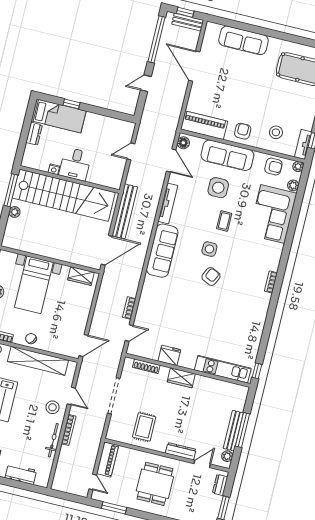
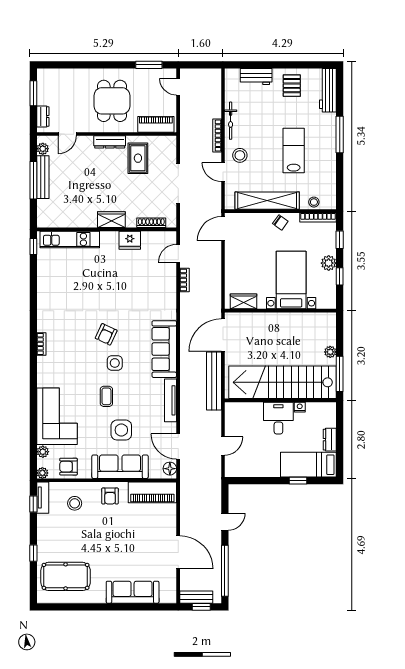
dresser: (181, 451) -> (110, 142), moved
piano: (107, 459) -> (156, 124), moved, turned 90

